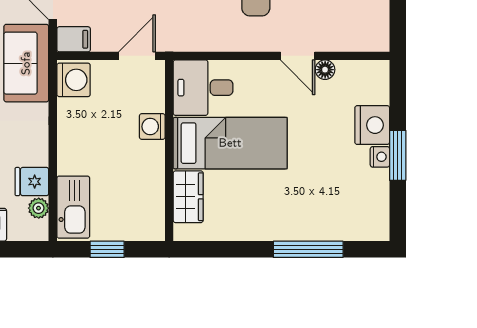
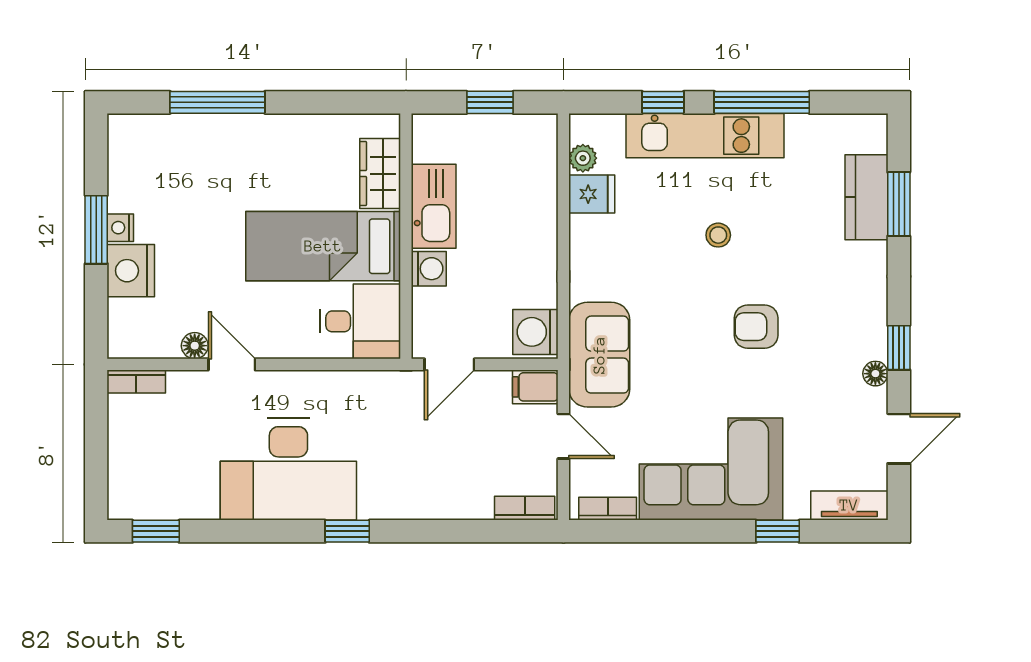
bookcase: (368, 43) -> (136, 382), added
kitchen sink: (73, 207) -> (434, 206), moved, turned 180

